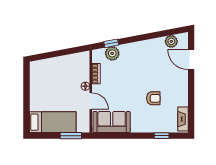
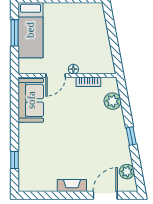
window: (111, 43) -> (131, 136), moved
armchair: (153, 98) -> (59, 150), removed
fireplace: (183, 119) -> (72, 185), moved
window: (71, 136) -> (14, 33), moved

